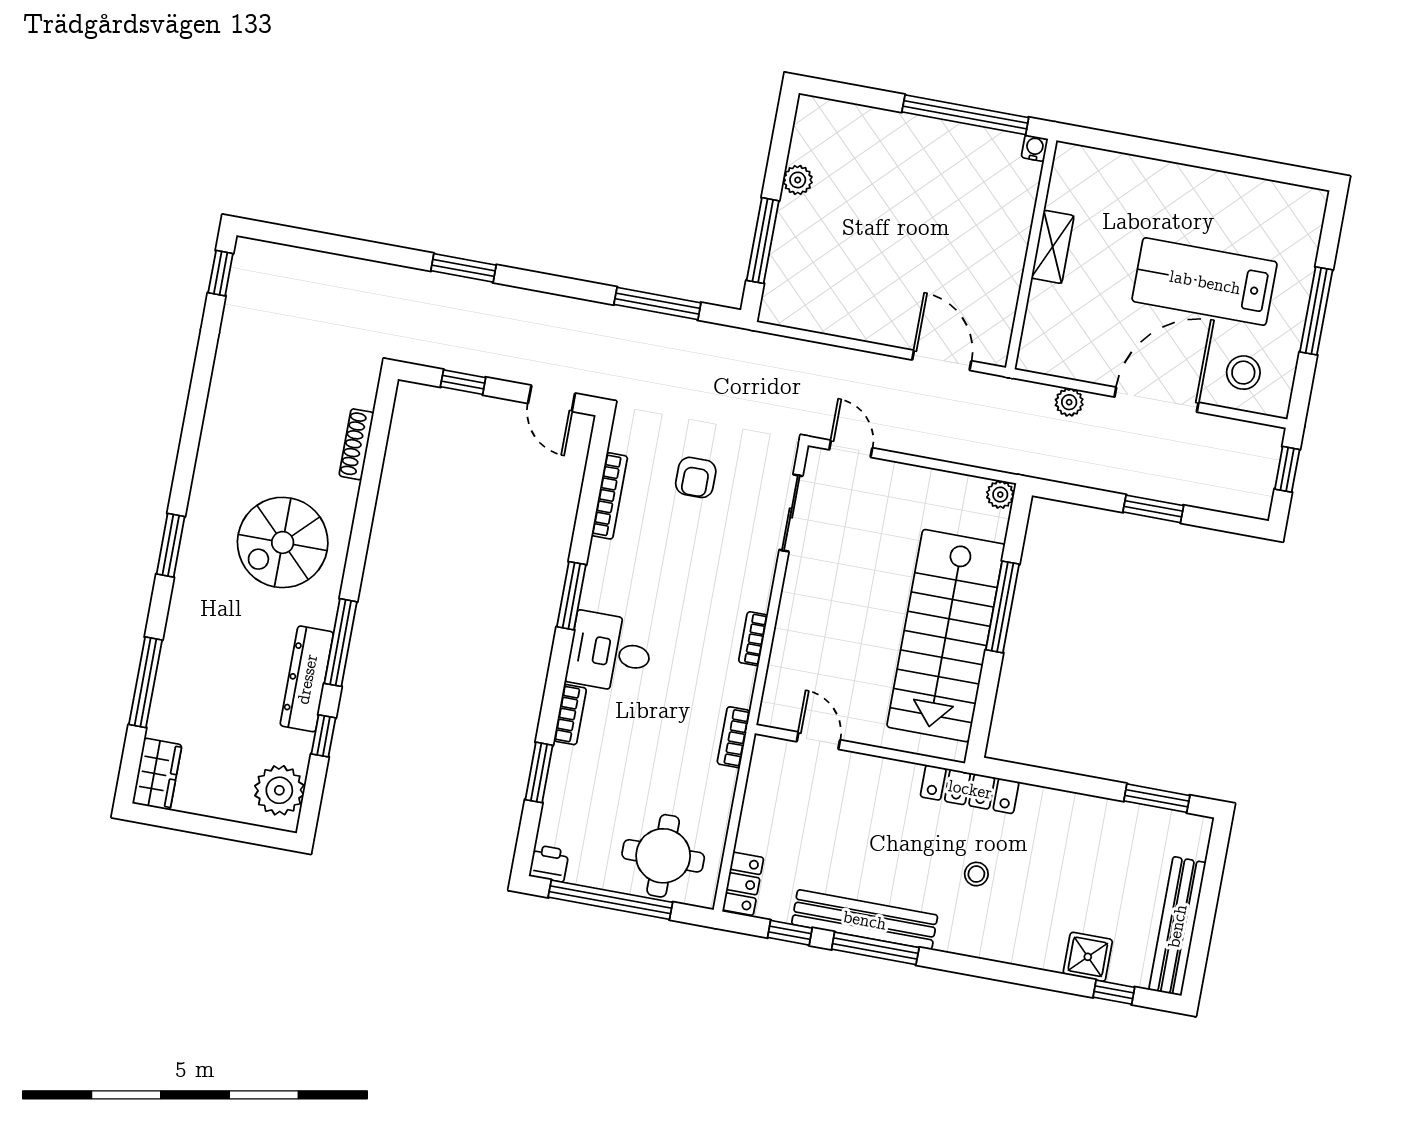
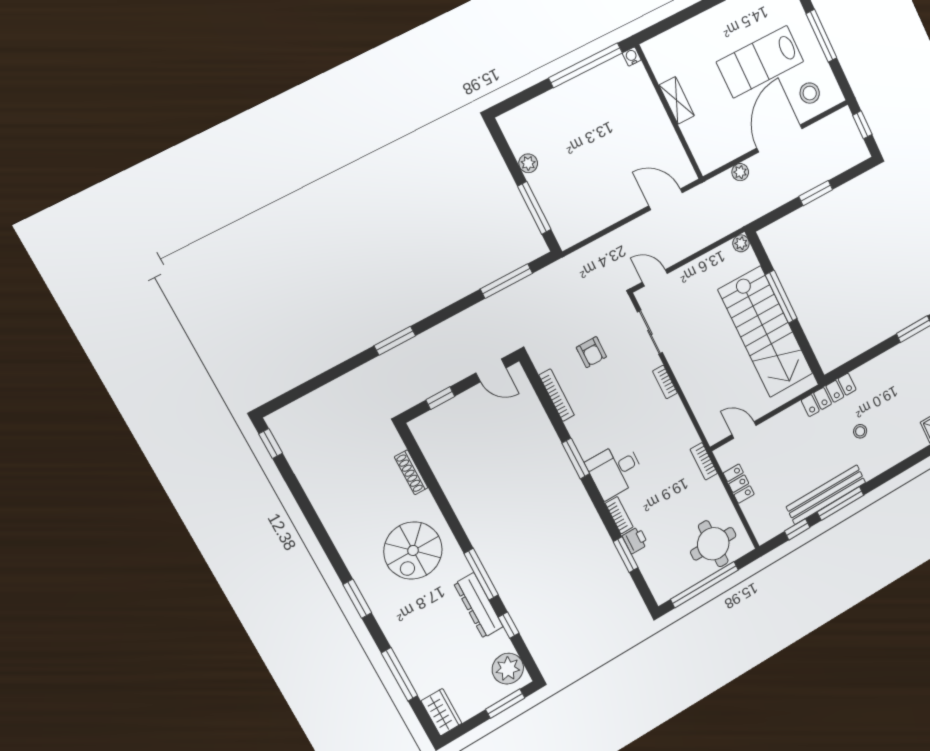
bookcase: (753, 639) -> (665, 382), moved
window: (241, 832) -> (505, 704), added
printer: (549, 863) -> (635, 540), moved, turned 90
locker: (743, 884) -> (739, 484), moved

